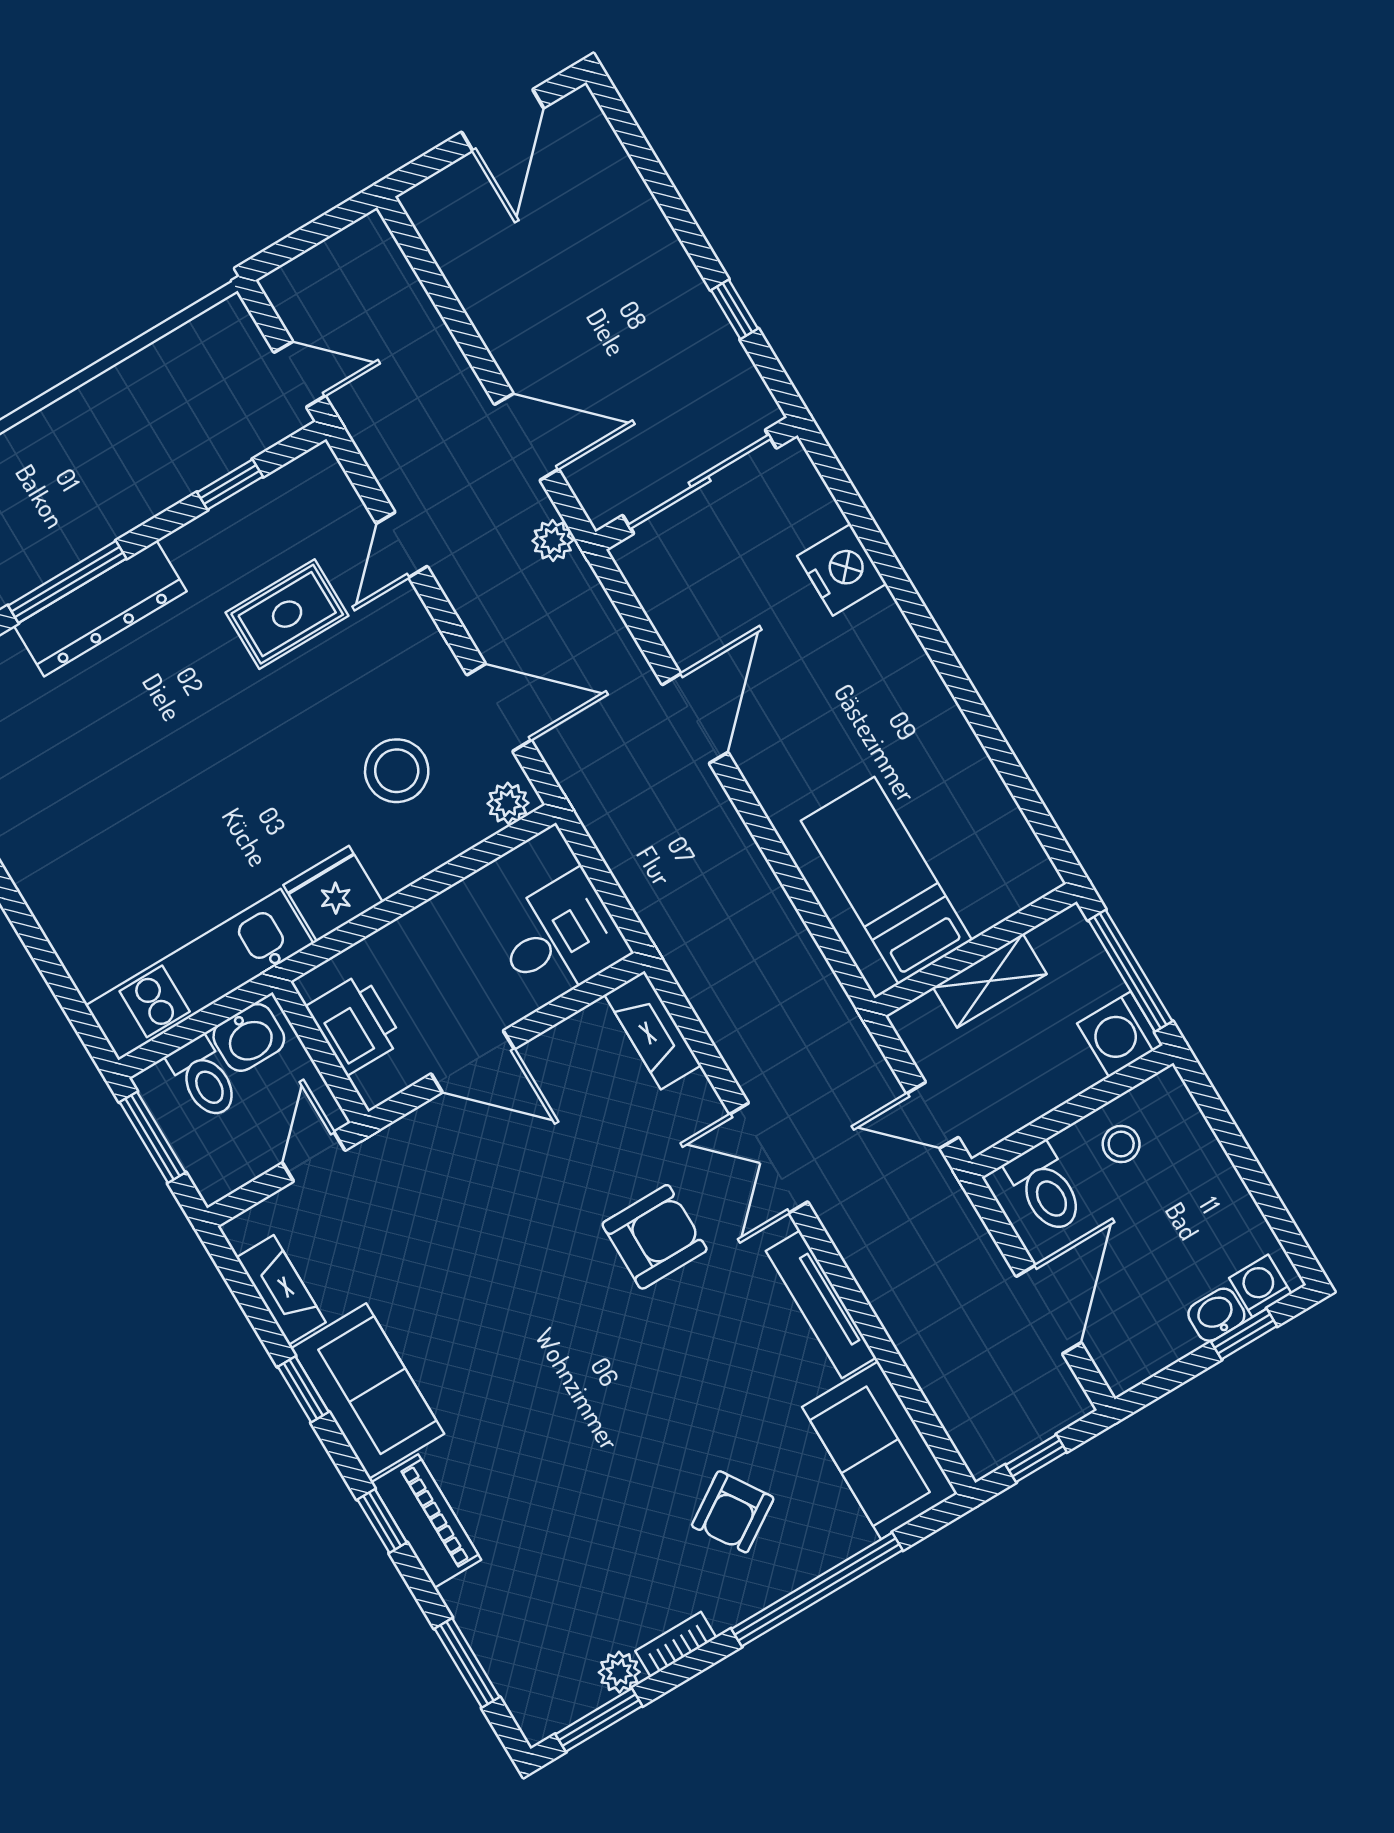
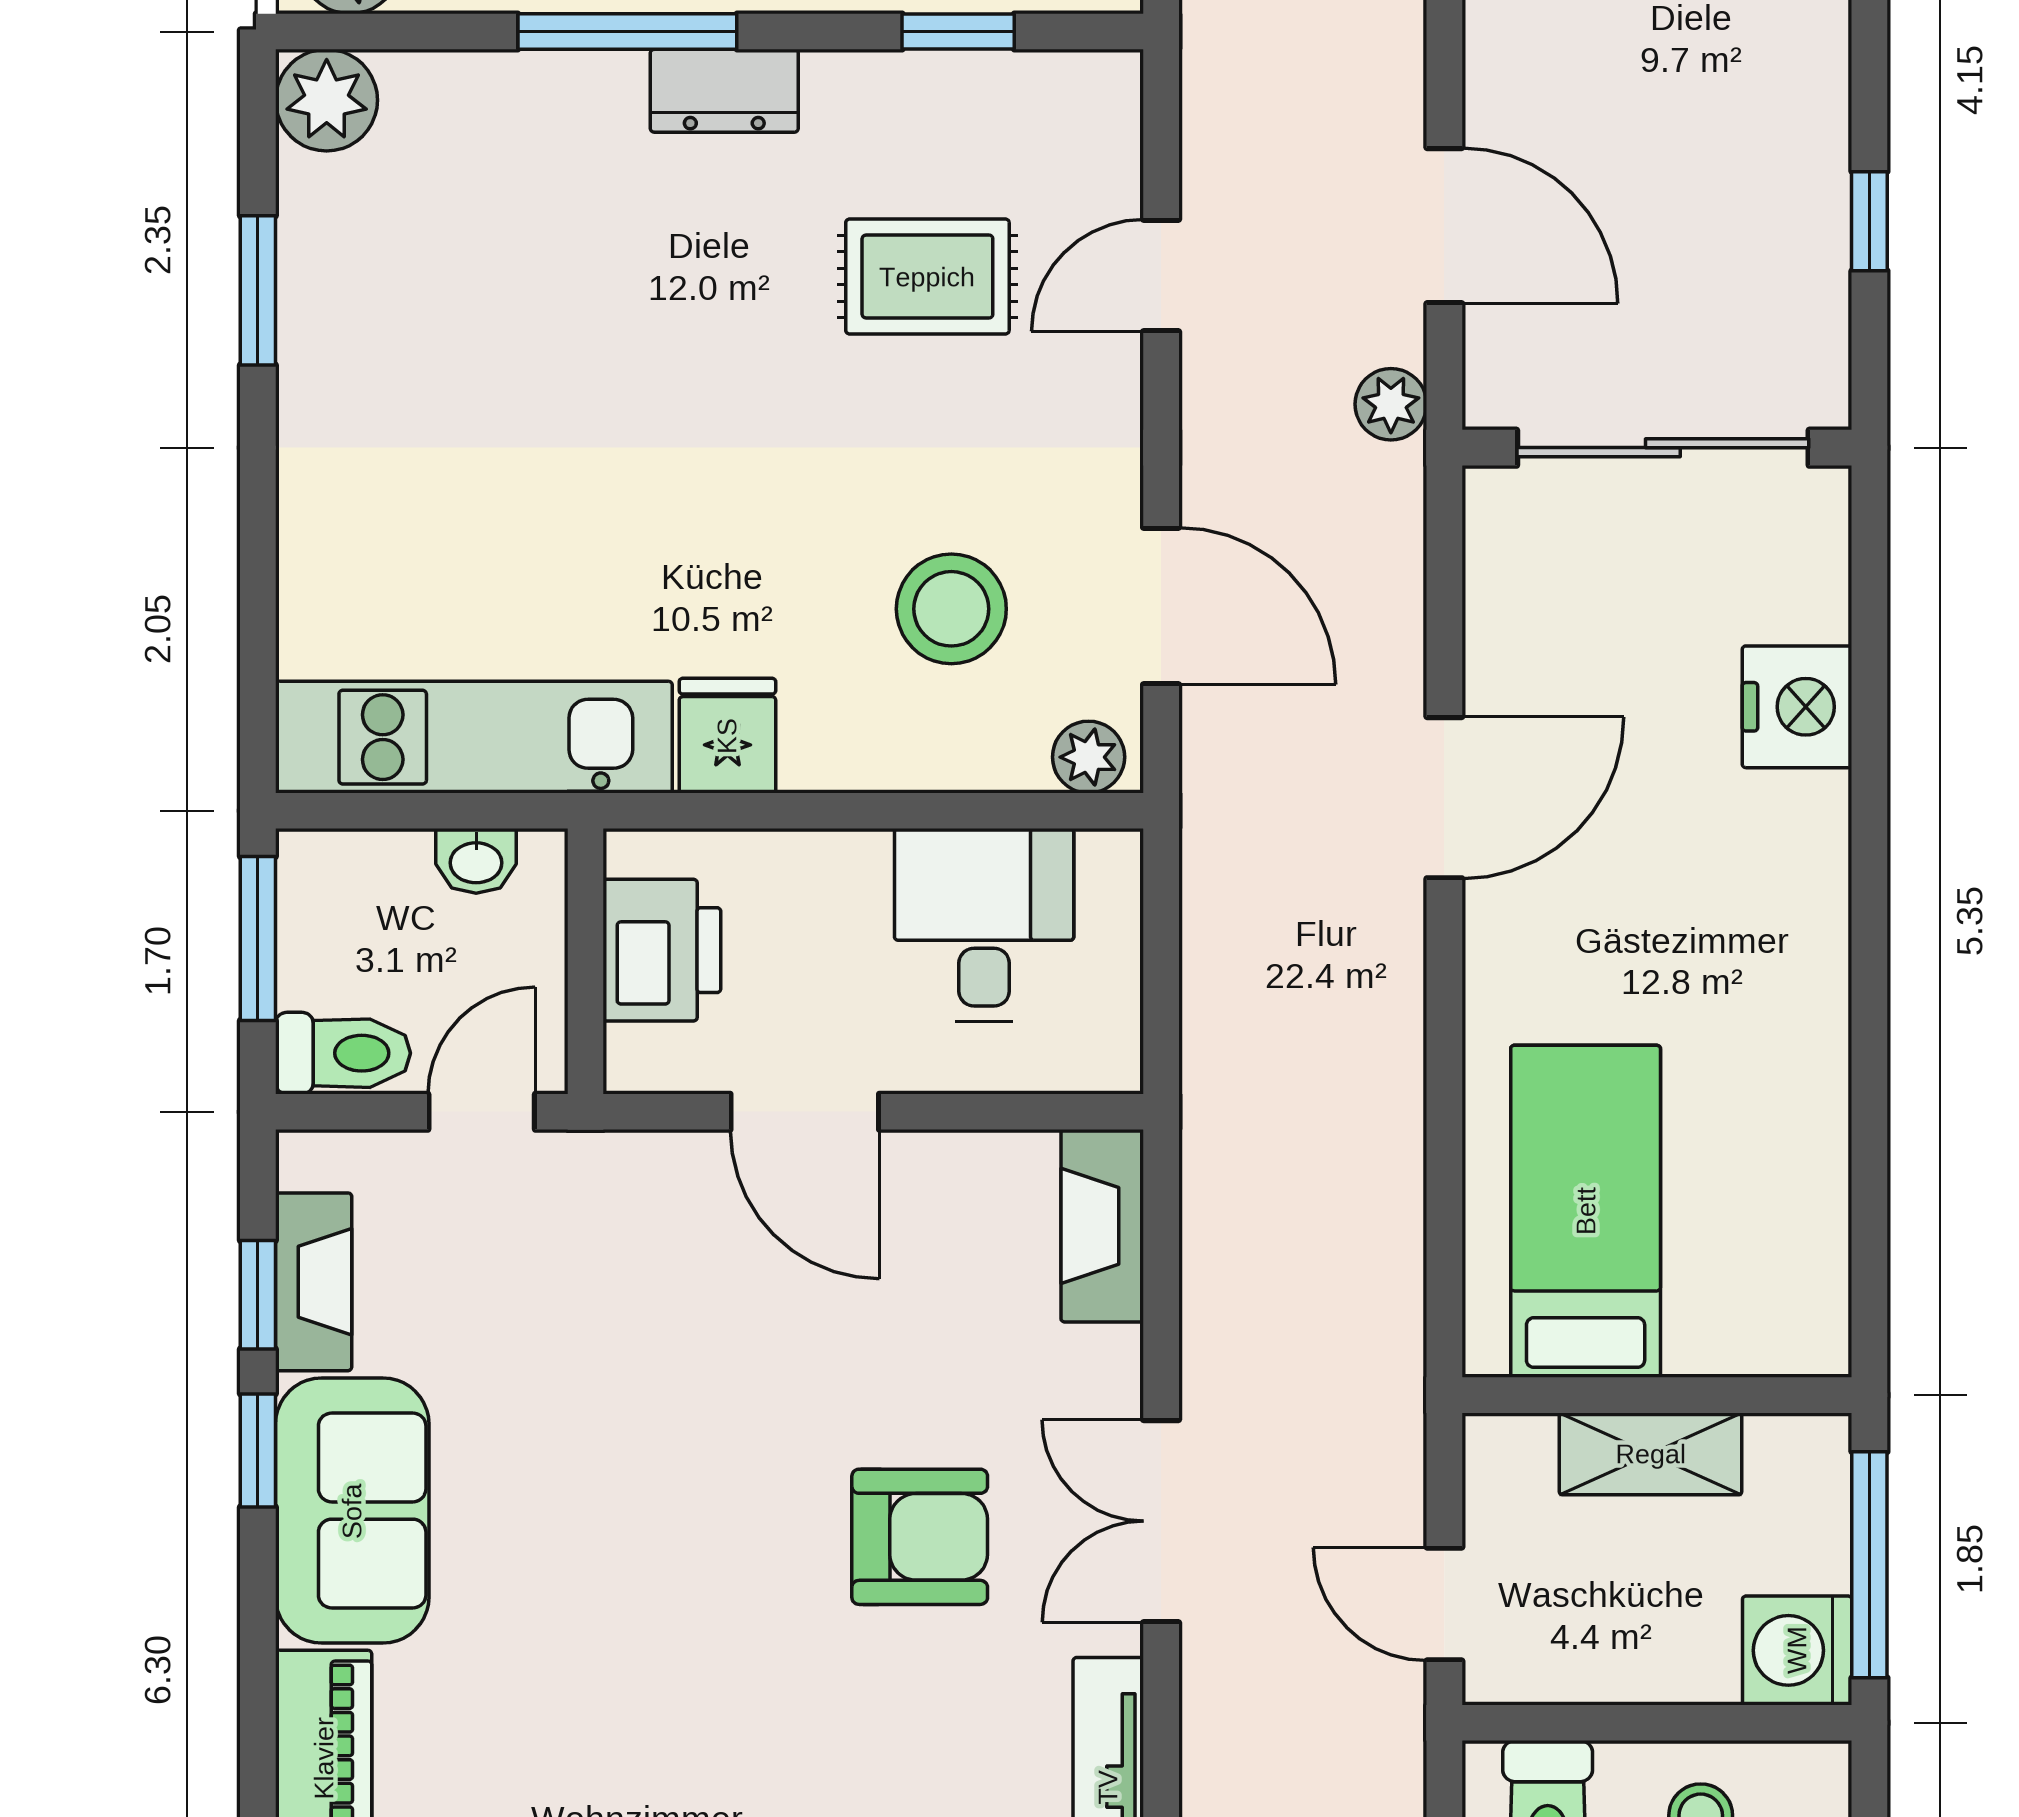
dresser: (100, 609) -> (724, 91), width x0.51, depth x0.80
fridge: (333, 894) -> (727, 736), width x0.72
desk: (560, 937) -> (984, 925), moved, turned -90
washbasin: (249, 1037) -> (476, 861), width x0.72, depth x0.69
toilet: (204, 1078) -> (343, 1053), moved, turned -90
window: (382, 1521) -> (258, 1295), moved

